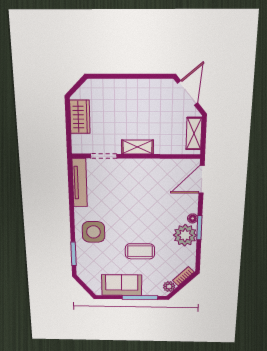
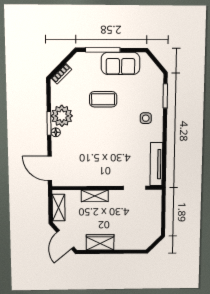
wardrobe: (80, 117) -> (100, 242), moved, turned 90
shelving: (138, 147) -> (95, 196), moved
door: (202, 179) -> (50, 168), swing flipped
side table: (93, 232) -> (146, 118), width x0.54, depth x0.54
plant: (169, 287) -> (75, 62), removed

